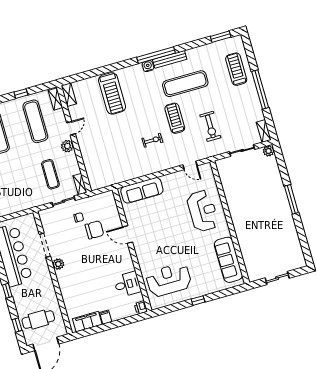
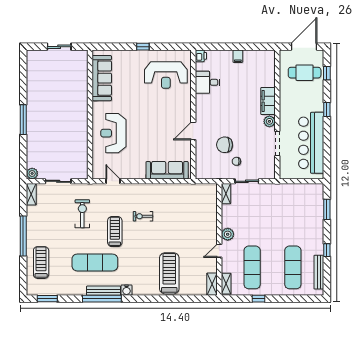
window: (156, 55) -> (102, 299), moved
treadmill: (236, 69) -> (41, 262), turned 180
treadmill: (175, 118) -> (115, 232), turned 180
exercise mat: (50, 174) -> (252, 211), removed
door: (128, 234) -> (193, 131), swing flipped
filing cabinet: (87, 322) -> (268, 101), moved, turned 90

